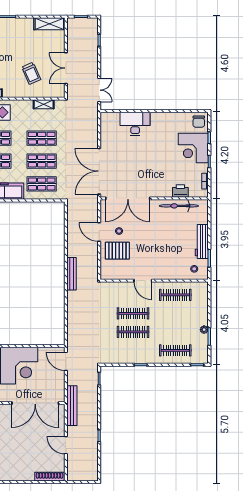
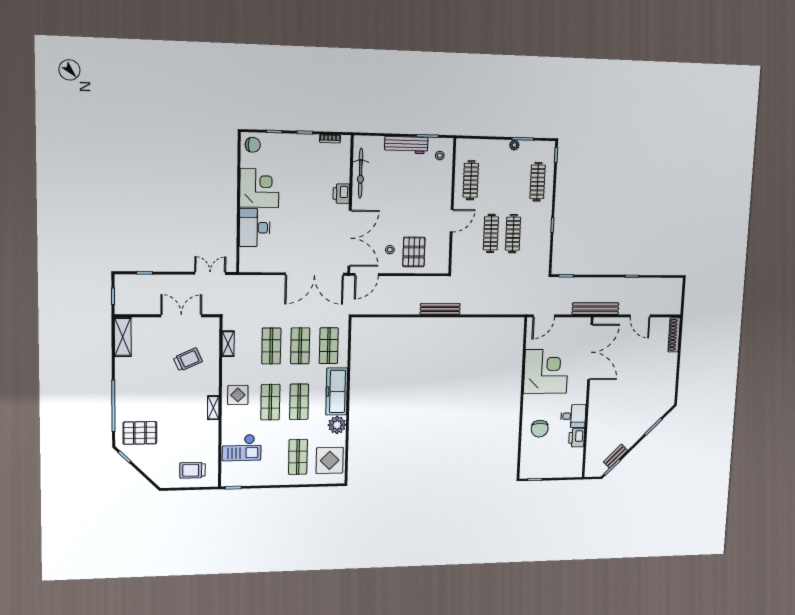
double door: (66, 68) -> (181, 316), swing flipped
corner desk: (193, 148) -> (259, 188), moved, turned -90
printer: (180, 191) -> (341, 194), moved
door: (99, 232) -> (367, 274), moved
door: (66, 445) -> (640, 316), hinge flipped

